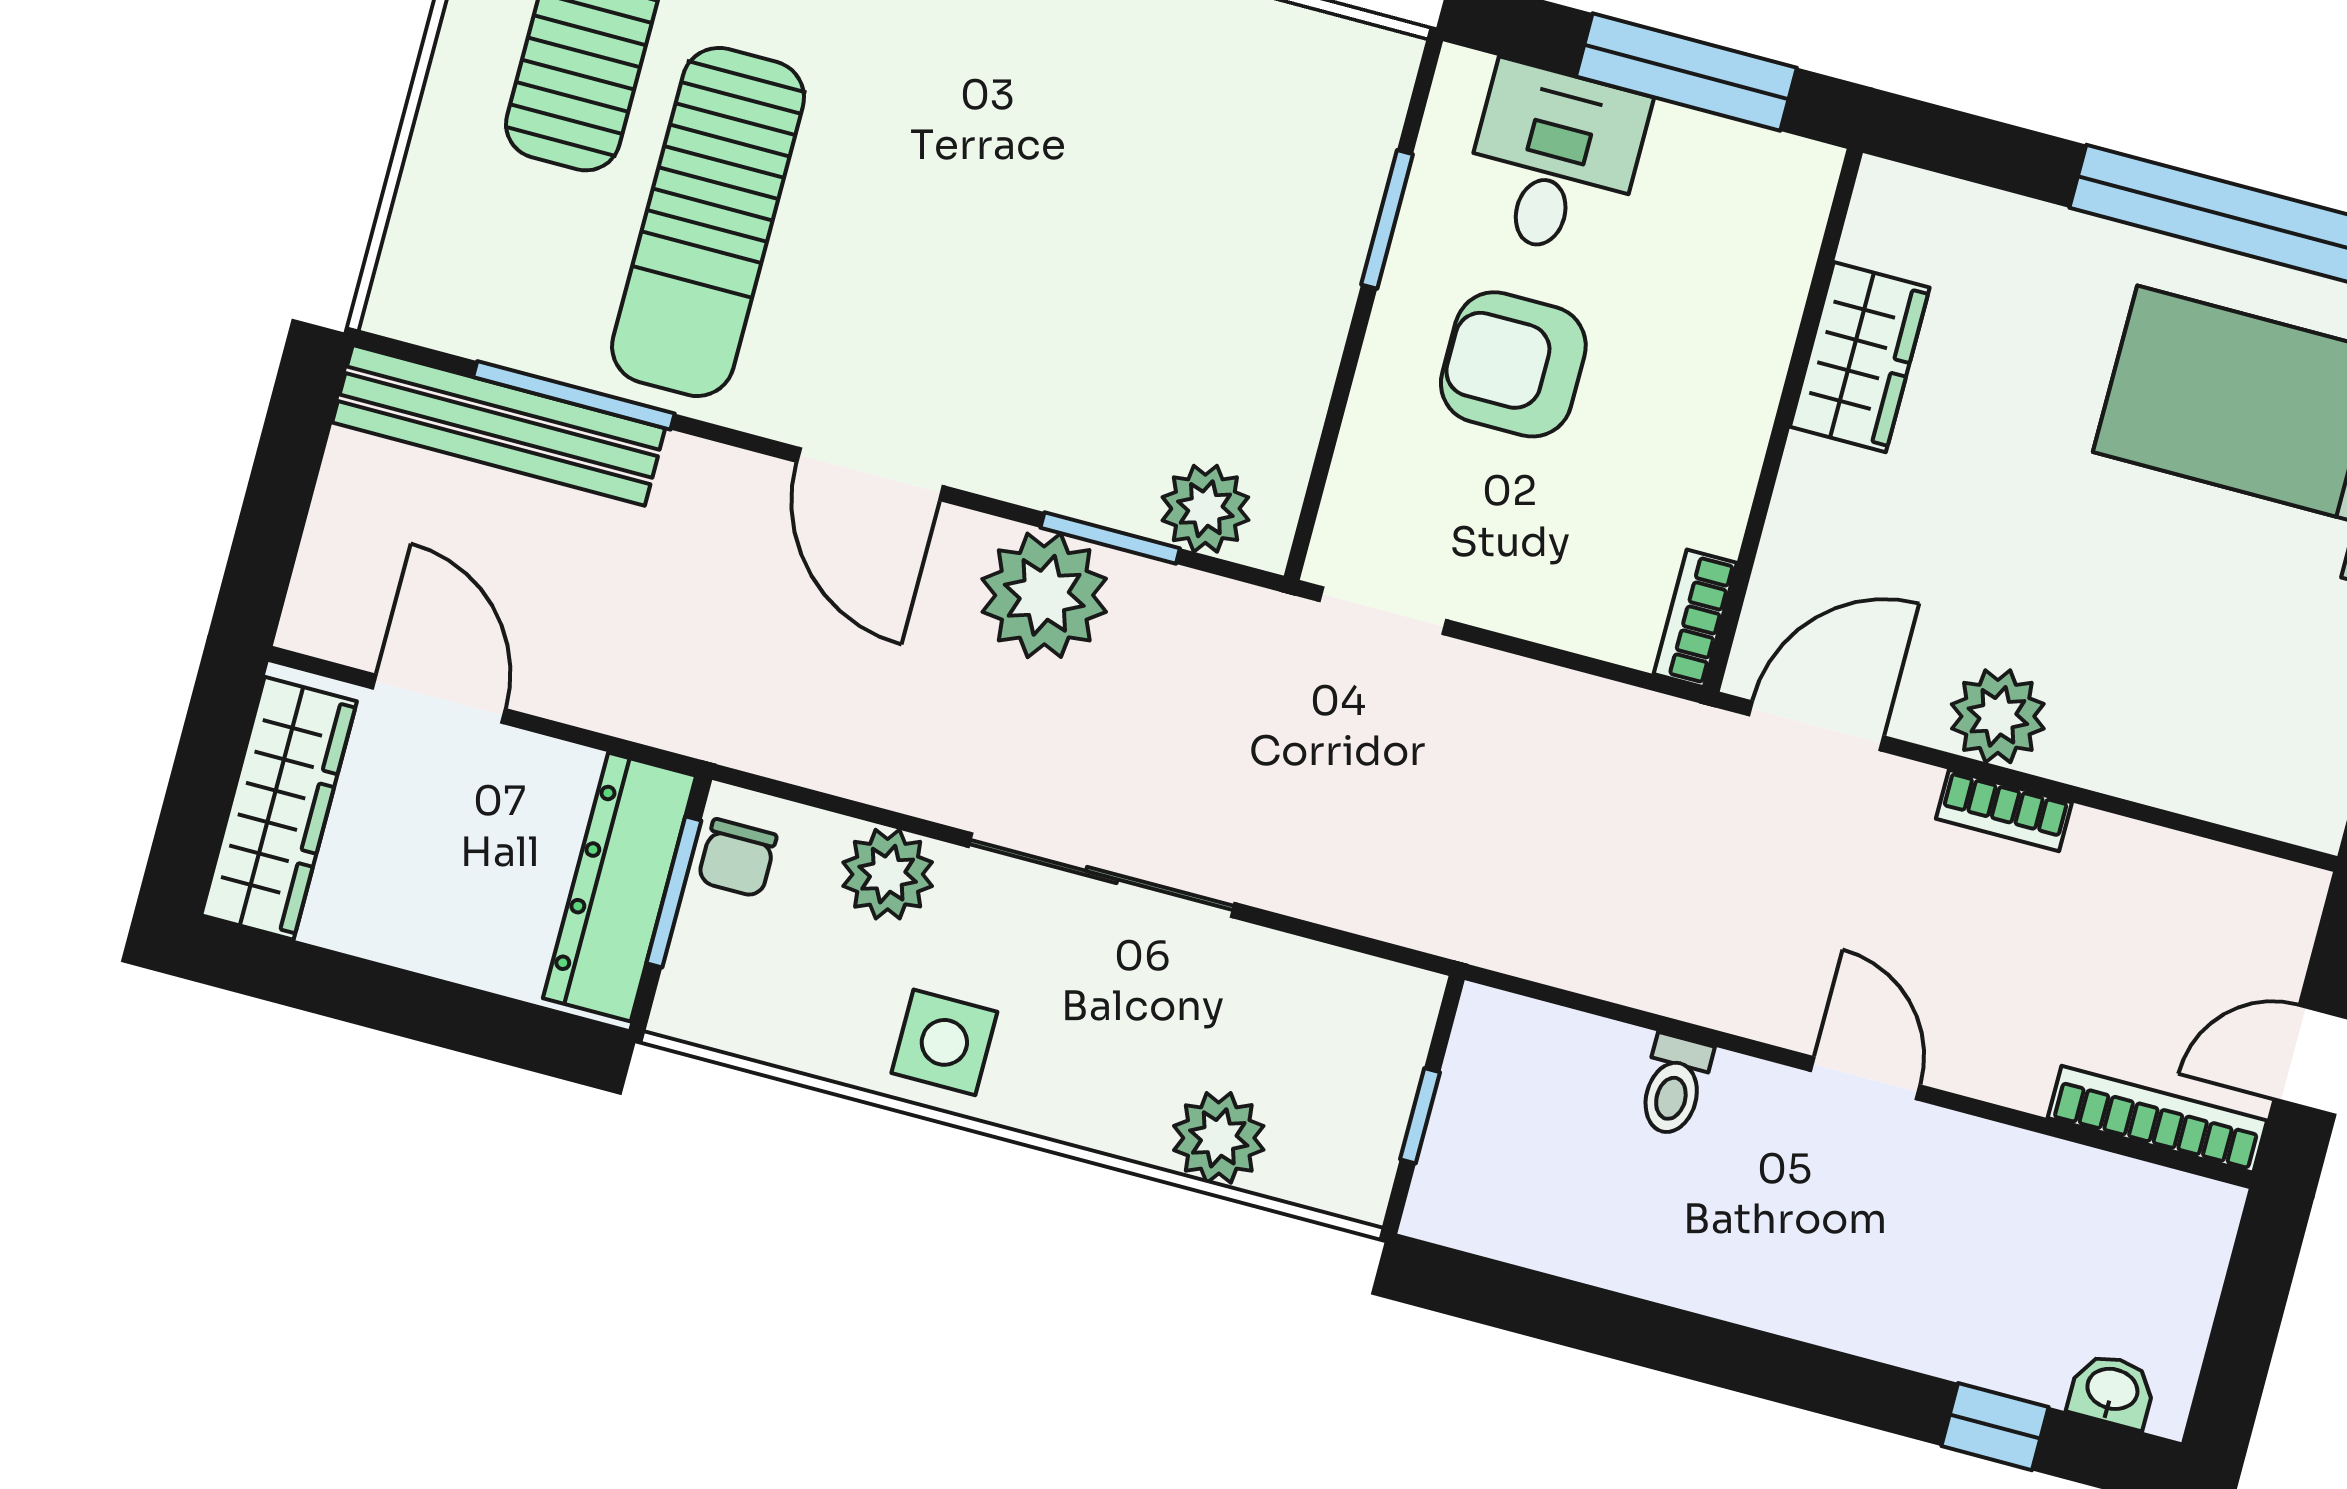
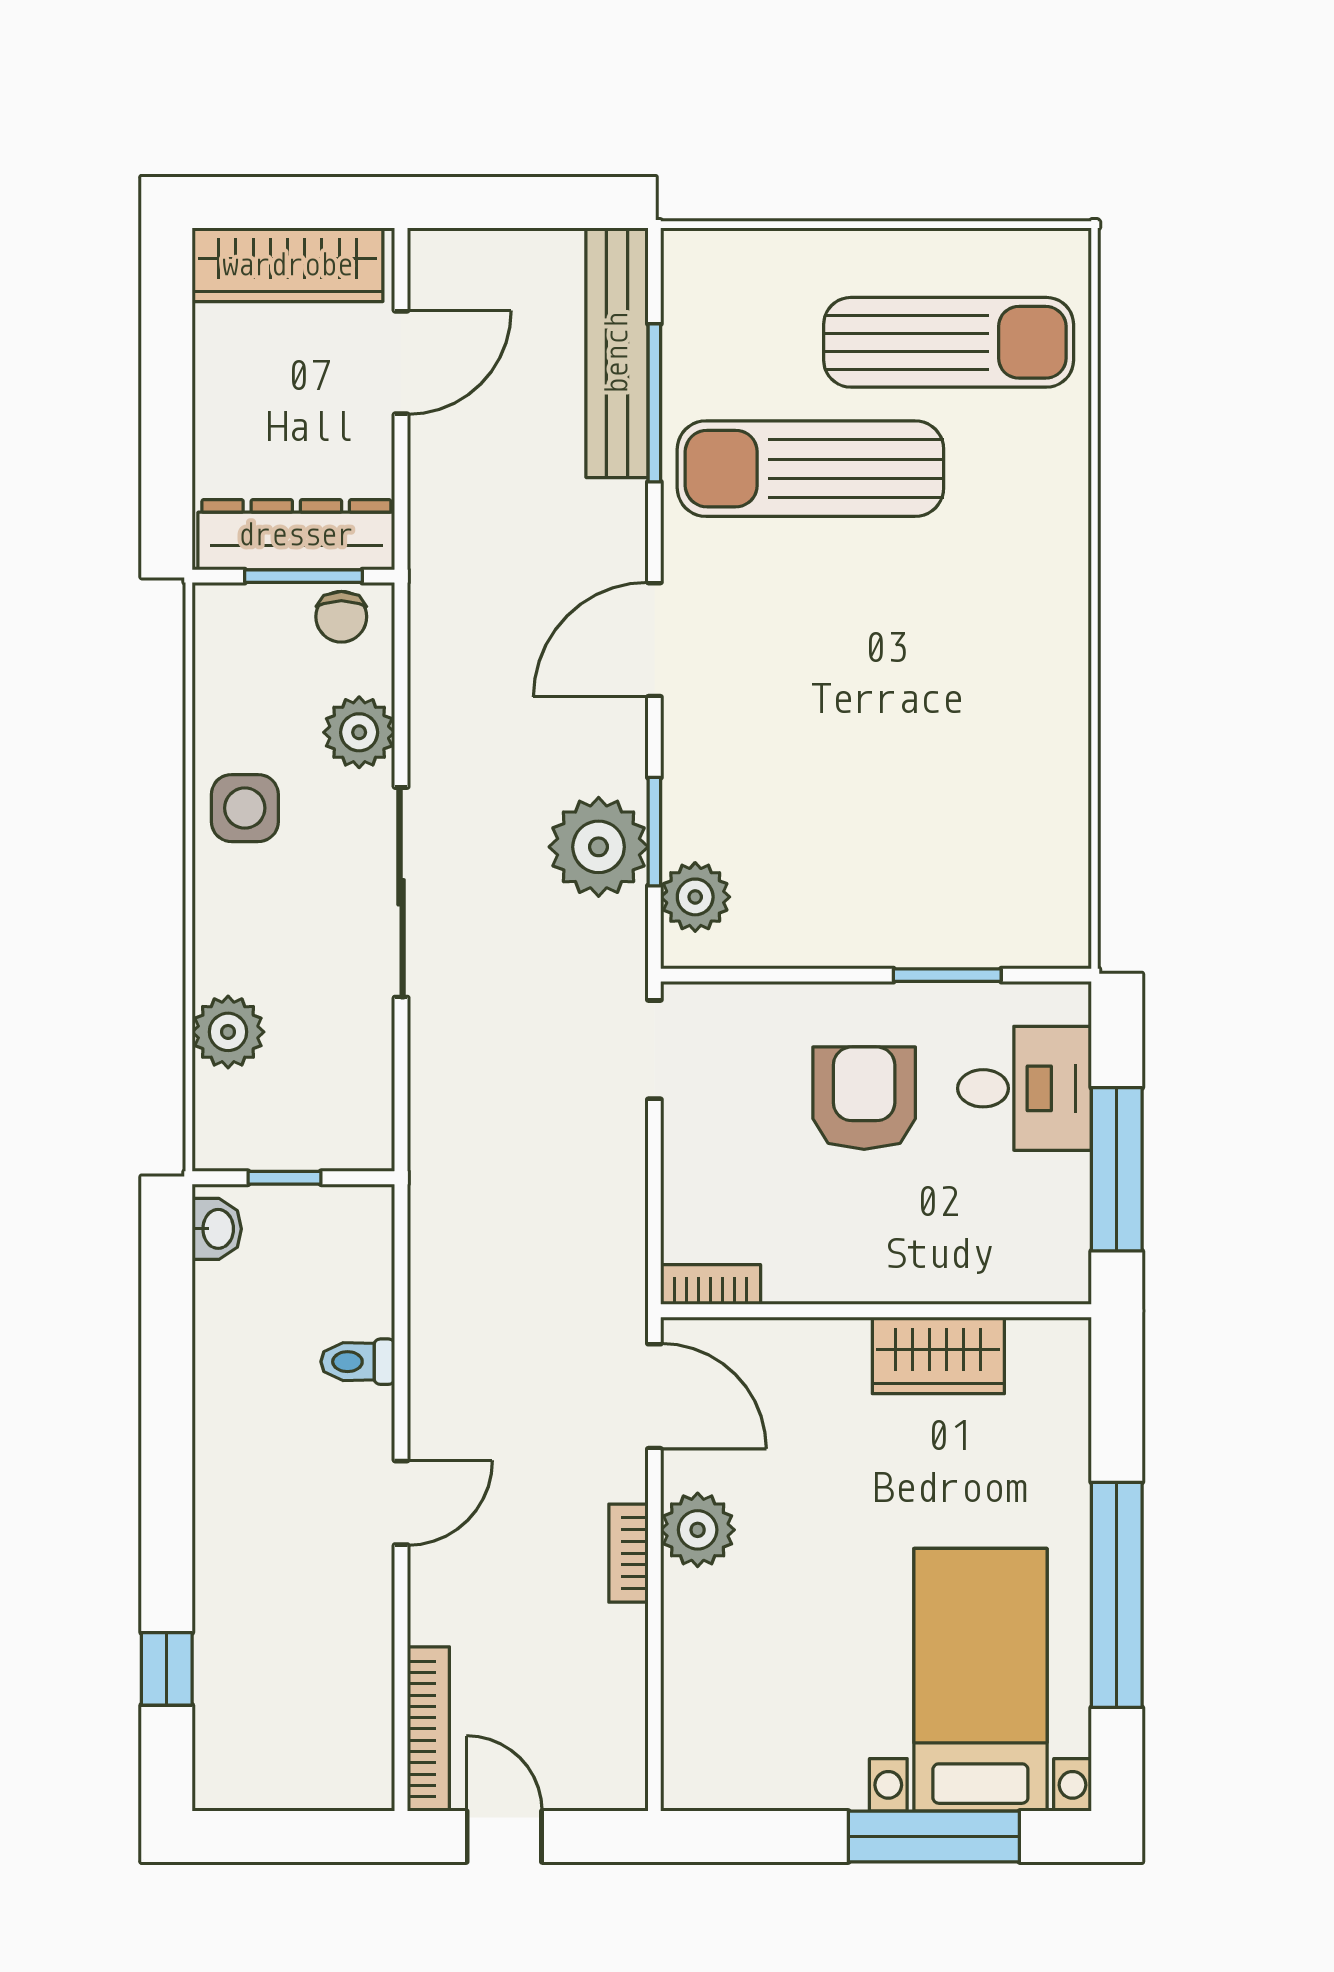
plant: (1044, 595) -> (599, 847), moved
chair: (737, 858) -> (341, 617), turned -90
washbasin: (2112, 1391) -> (217, 1229), moved

